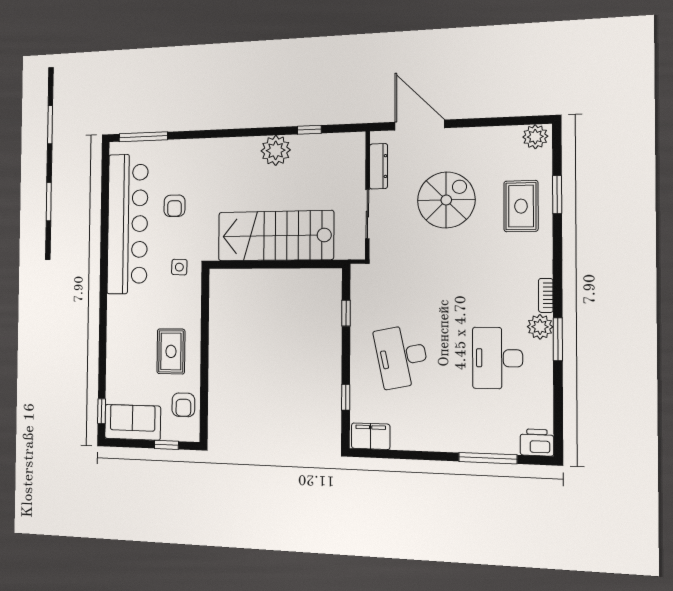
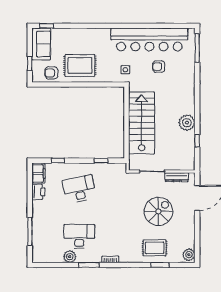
spiral stairs: (446, 200) -> (158, 211), turned -90
plant: (540, 327) -> (70, 257), moved
rug: (171, 351) -> (80, 65), width x1.36, depth x1.43
printer: (537, 442) -> (38, 192), moved

